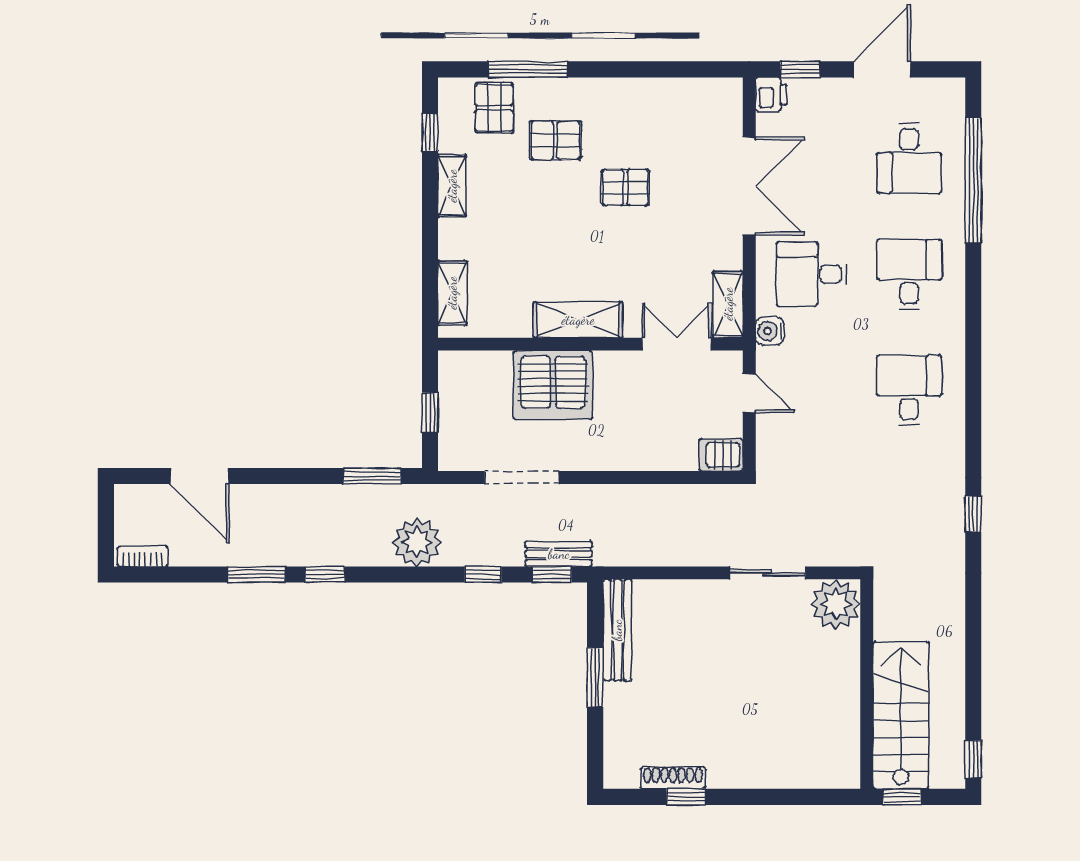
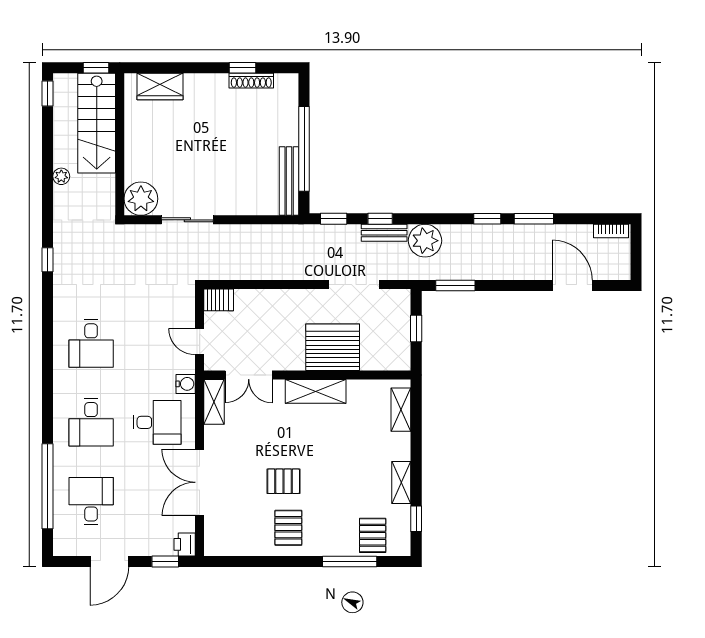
pallet: (555, 140) -> (288, 528), moved, turned 90
bench: (559, 554) -> (384, 233), moved
plant: (953, 637) -> (61, 176), added
window: (595, 677) -> (304, 149), width x2.11
wardrobe: (807, 769) -> (160, 87), added

